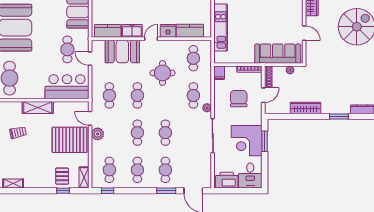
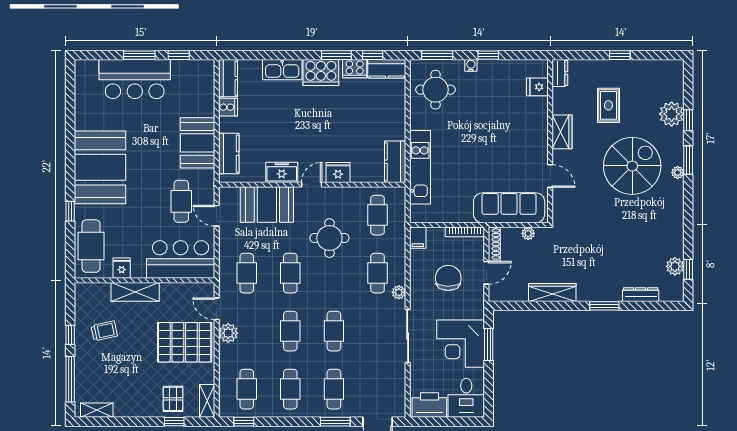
kitchen counter: (108, 31) -> (229, 154), moved, turned 90
kitchen counter: (190, 31) -> (395, 162), moved, turned -90
fridge: (29, 92) -> (122, 268), added

